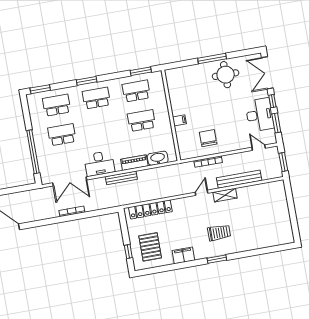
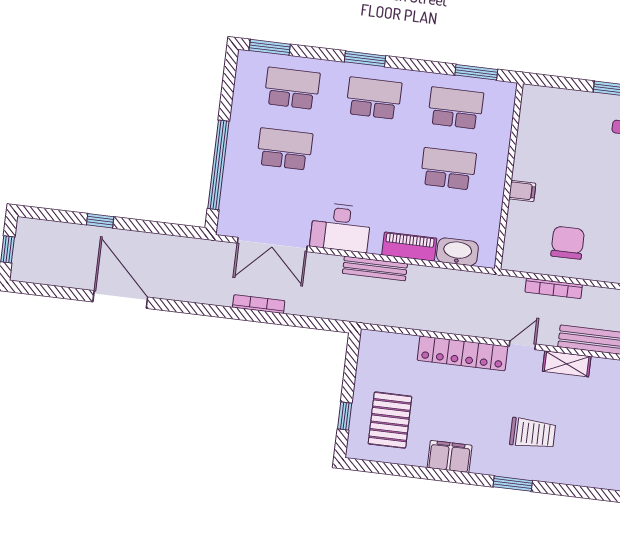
locker: (150, 209) -> (462, 353), moved

